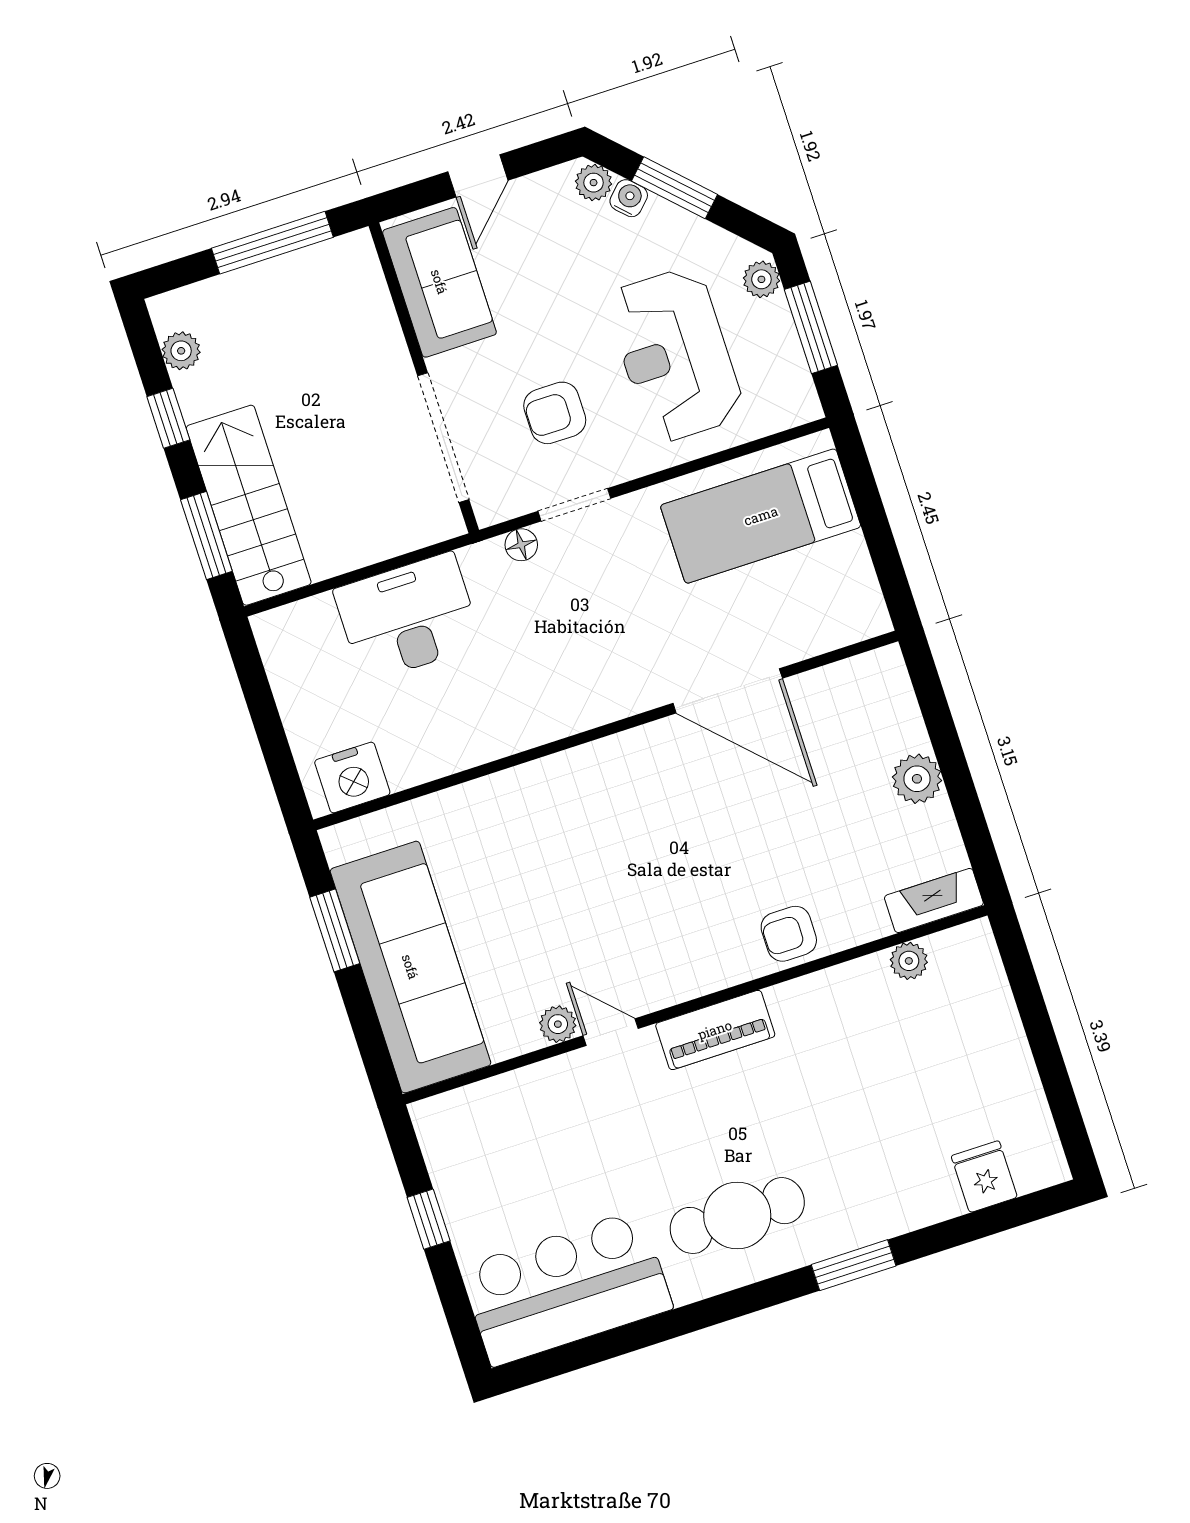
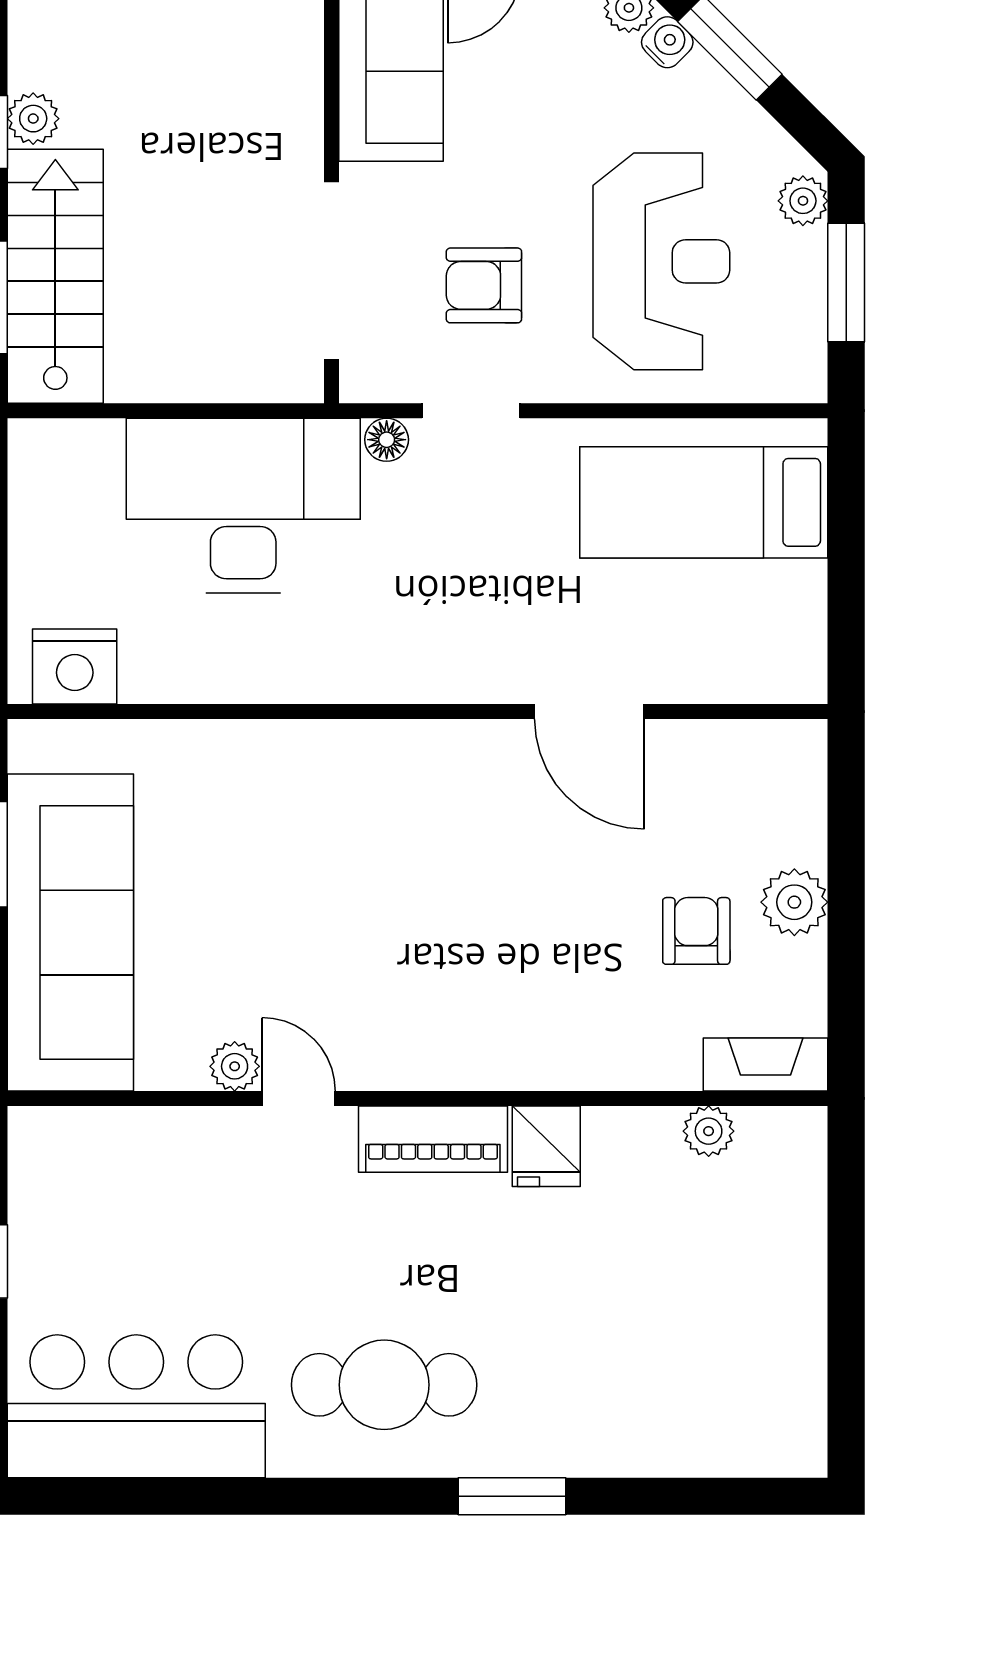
plant: (181, 351) -> (33, 119), moved
reception desk: (675, 355) -> (661, 261), turned 180
desk: (408, 617) -> (243, 505), width x1.36, depth x1.30
door: (728, 691) -> (589, 712), width x0.73
armchair: (789, 934) -> (696, 931), moved, turned 90
fridge: (984, 1177) -> (546, 1146), moved, turned 180

